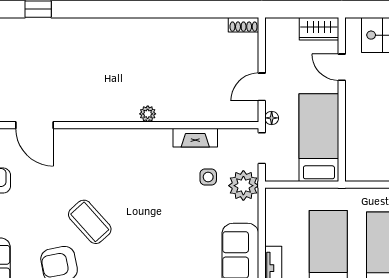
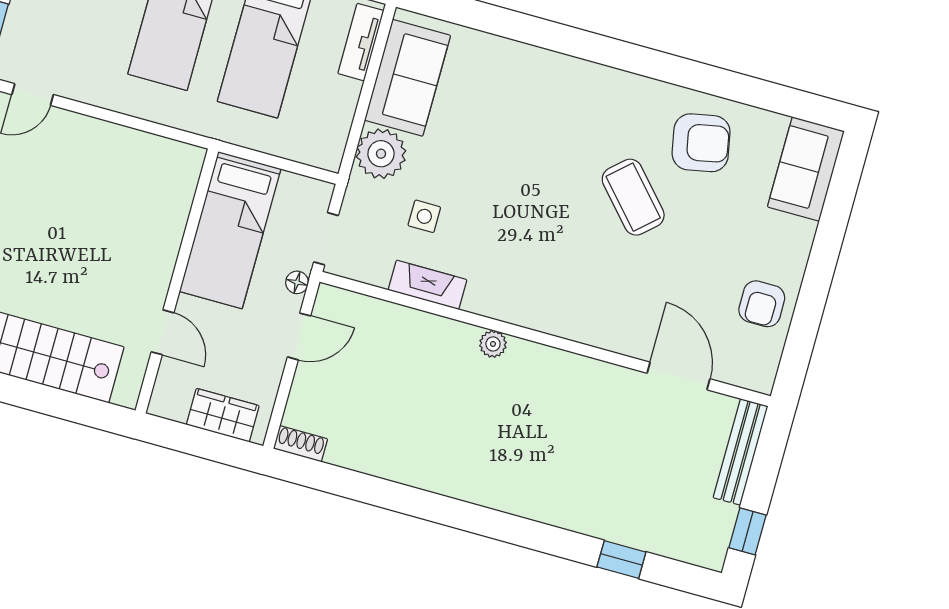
wardrobe: (319, 29) -> (223, 415), moved
plant: (243, 186) -> (381, 154), moved

